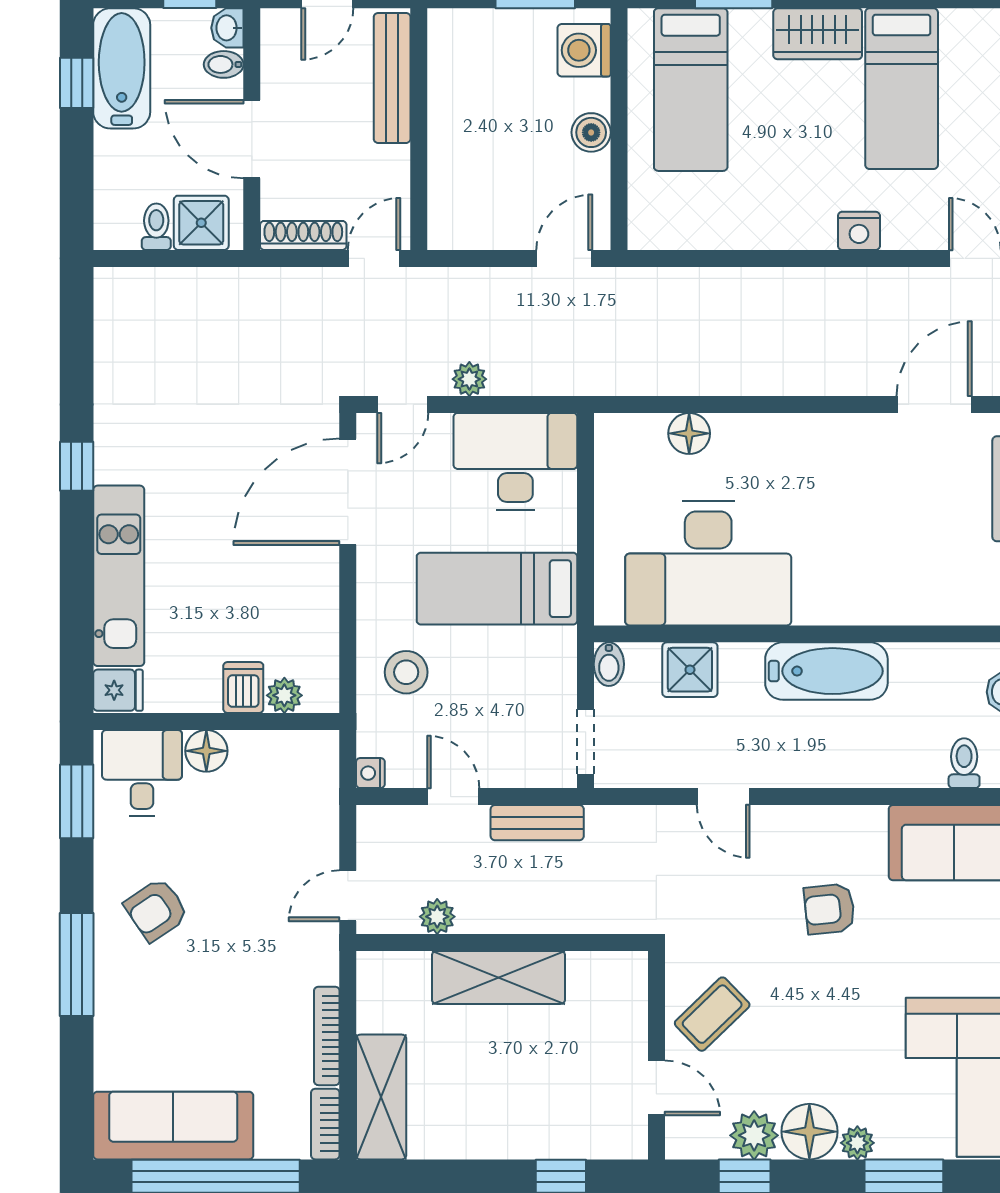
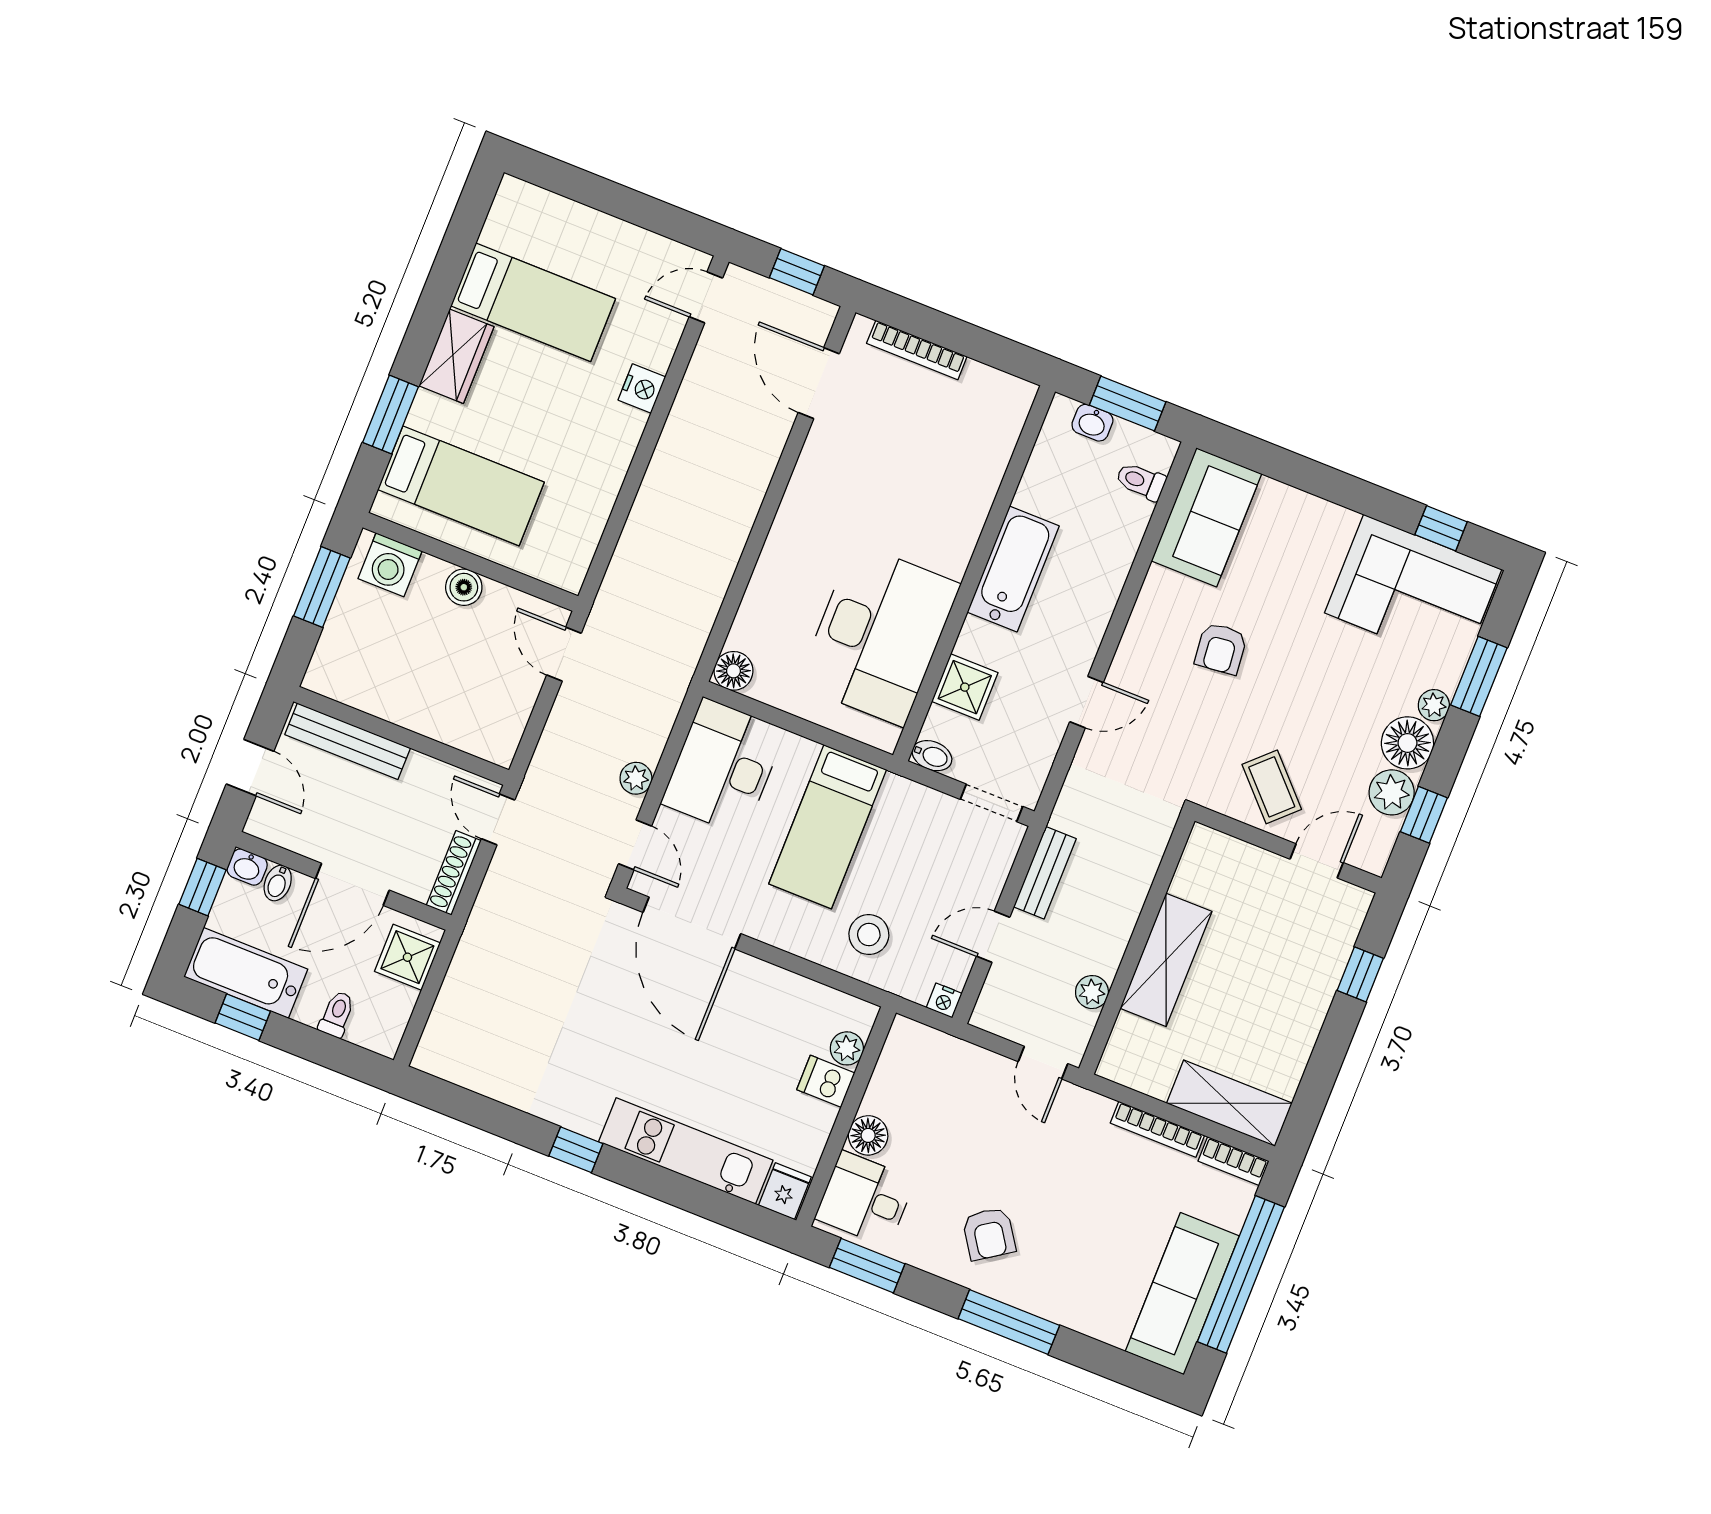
toilet: (156, 227) -> (337, 1014), moved, turned 90
floor lamp: (689, 433) -> (733, 671), moved

